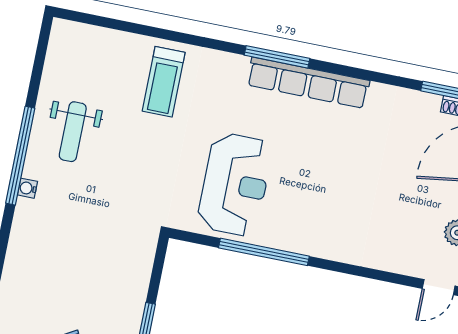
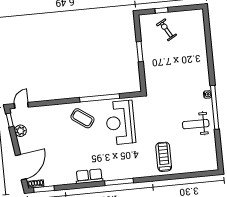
row of seats: (308, 83) -> (89, 176), width x0.50
weight bench: (73, 132) -> (196, 124), turned -90
coffee table: (314, 219) -> (82, 118), added

